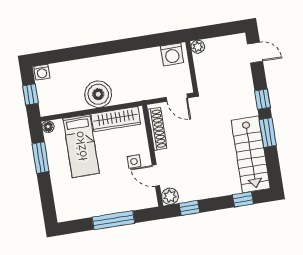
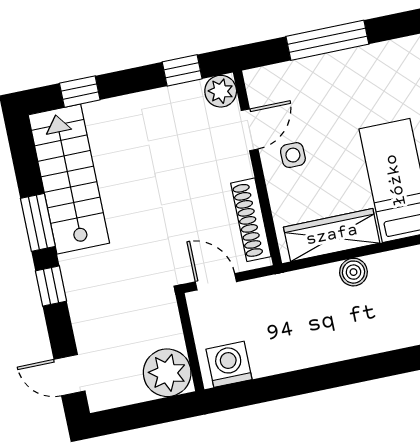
plant: (198, 47) -> (167, 373), width x1.87, depth x1.87
boiler: (98, 94) -> (353, 272), width x0.54, depth x0.54
door: (156, 176) -> (250, 130), hinge flipped

